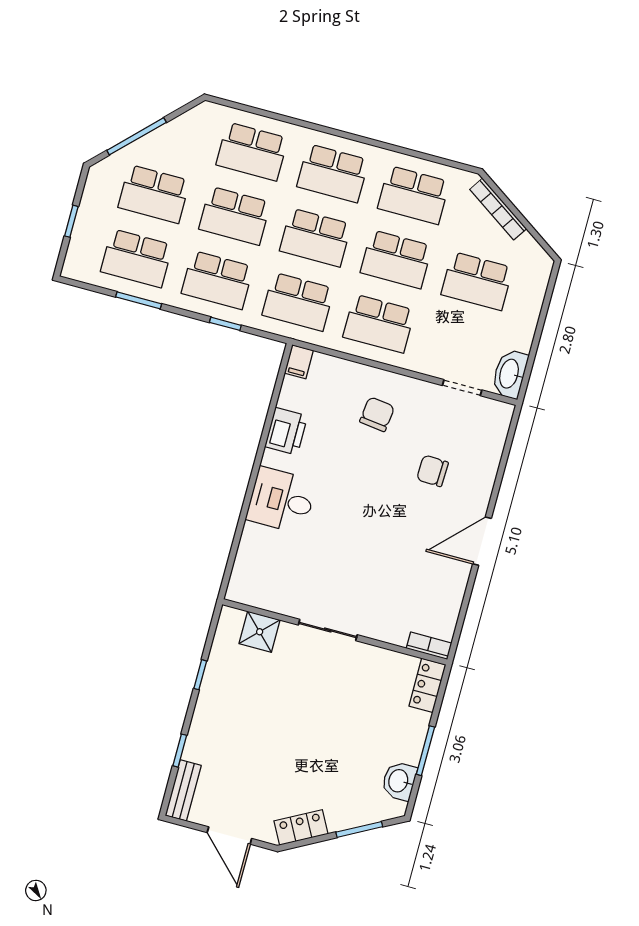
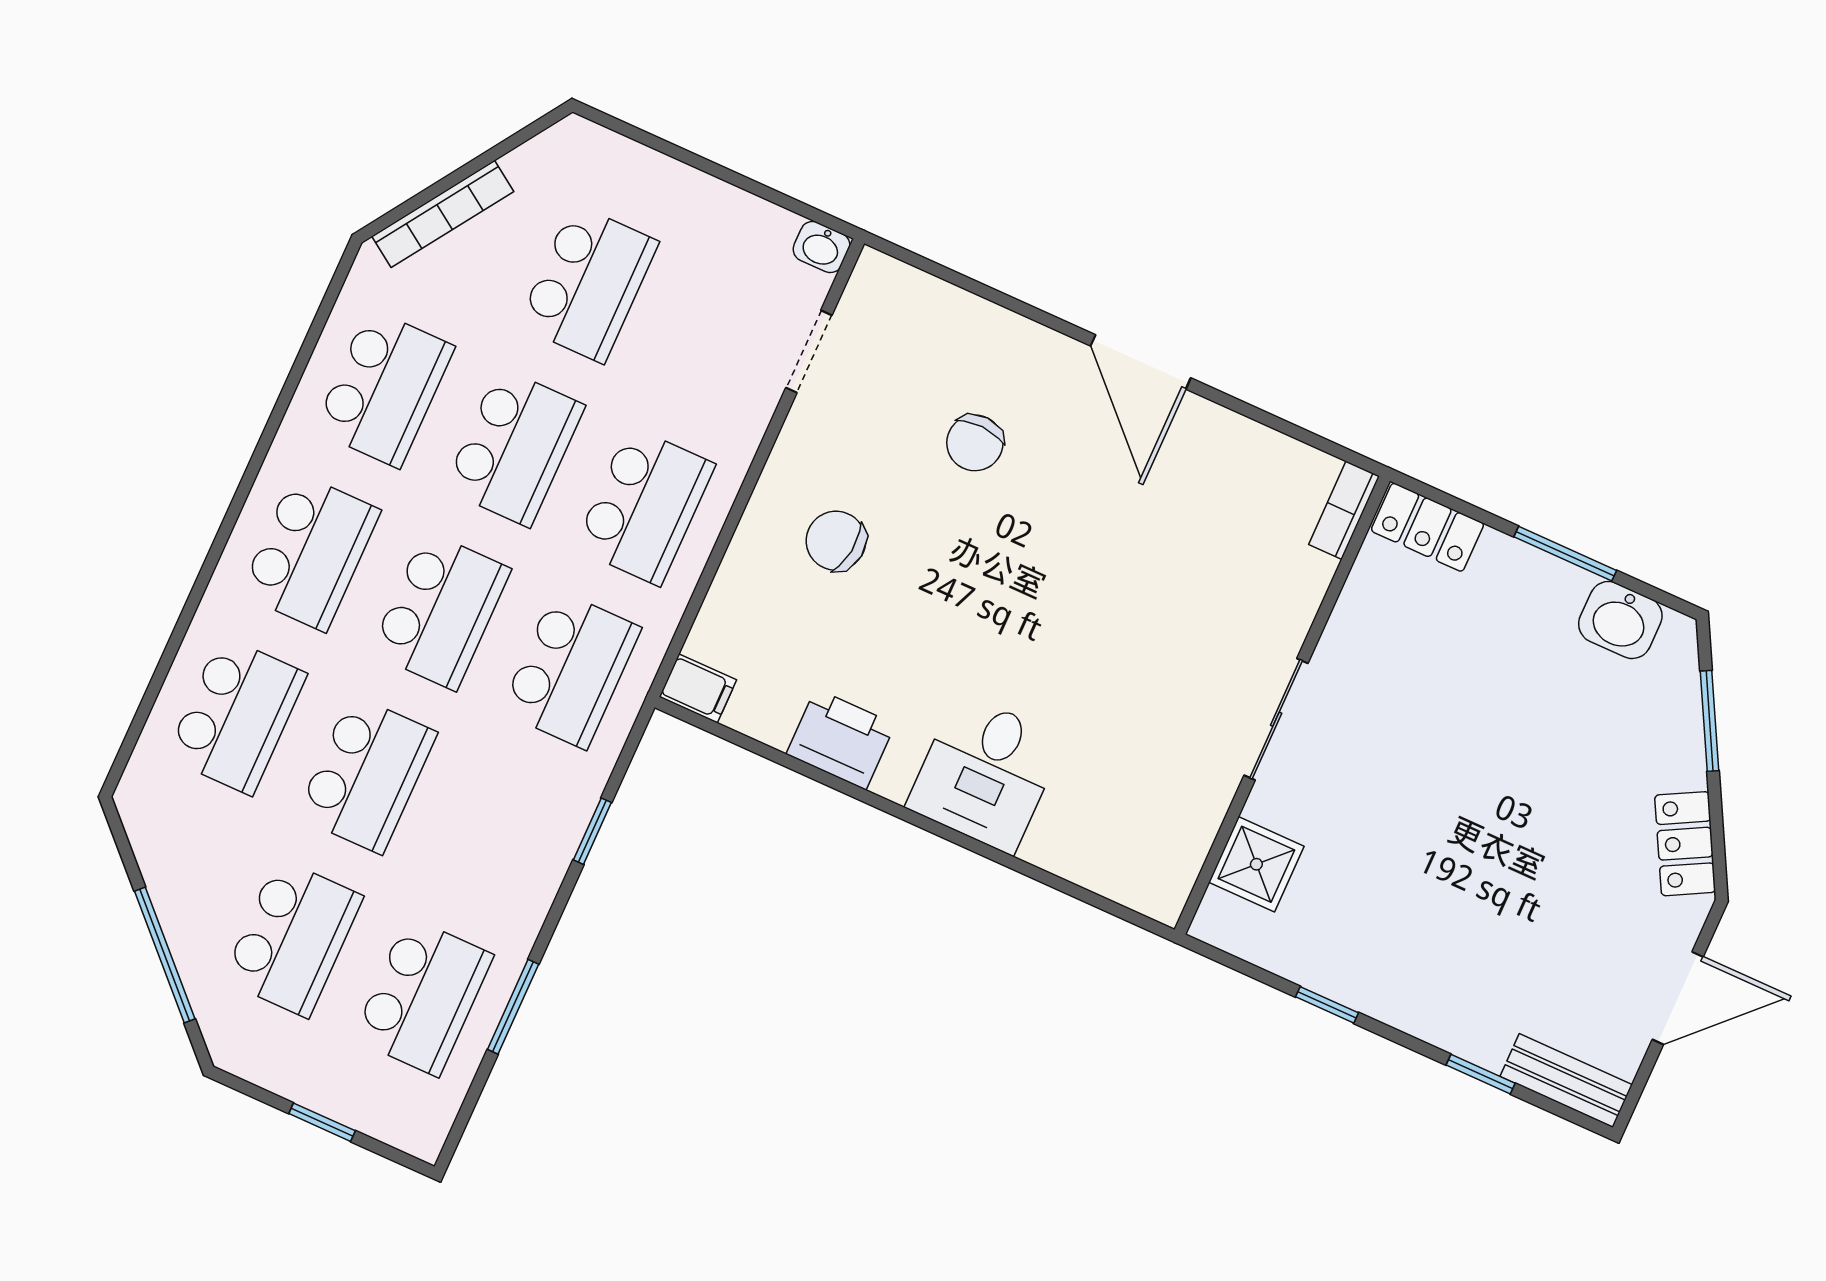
school desk: (217, 280) -> (497, 833), removed
washbasin: (510, 374) -> (821, 247), width x0.52, depth x0.69

